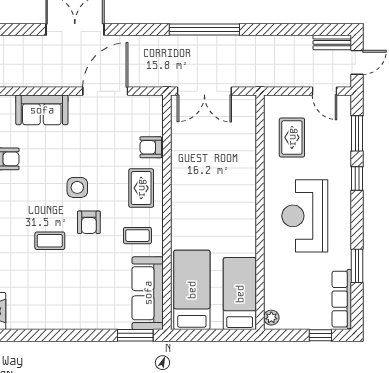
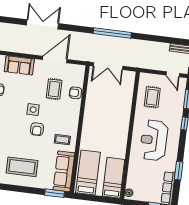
rug: (141, 188) -> (54, 89), moved
coffee table: (50, 241) -> (22, 167), moved, width x1.86, depth x1.72

